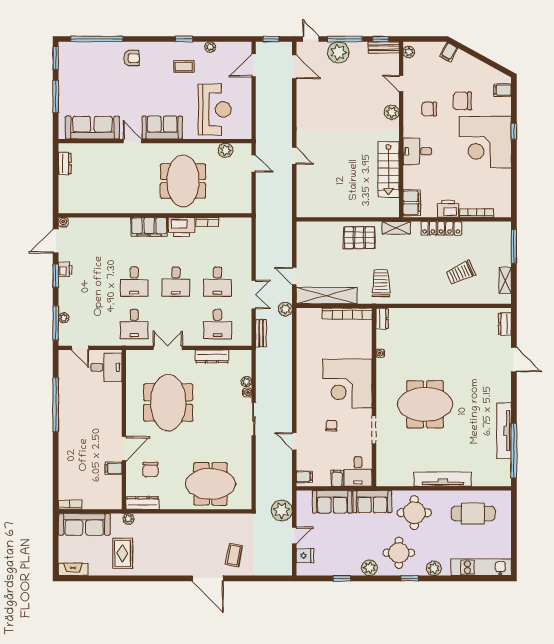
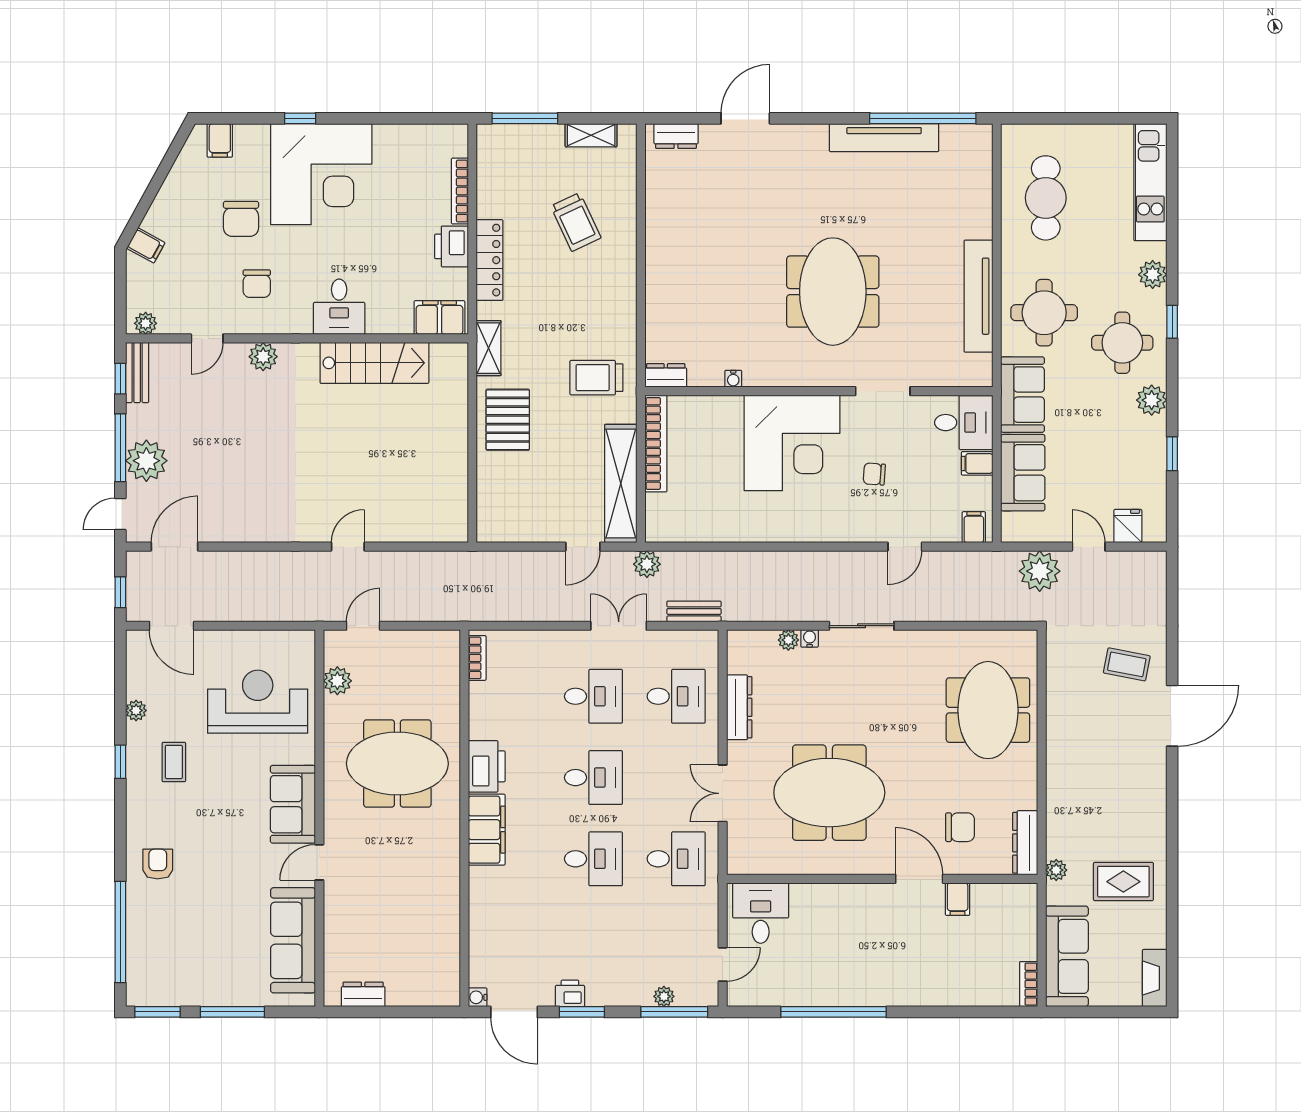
bookcase: (207, 222) -> (477, 658), moved
tv unit: (443, 479) -> (978, 296), moved

